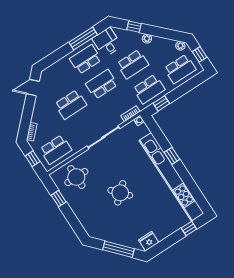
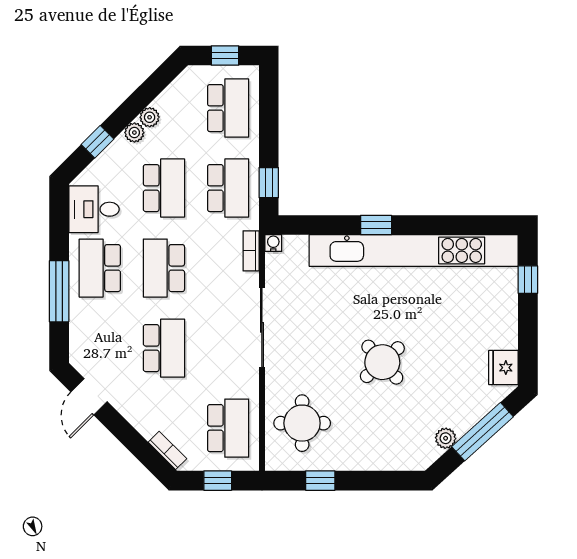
window: (83, 39) -> (59, 291), moved
plant: (180, 46) -> (150, 117), moved
plant: (107, 237) -> (446, 438), added

